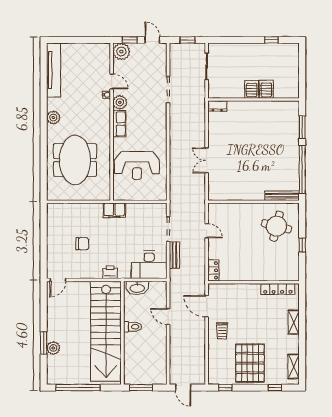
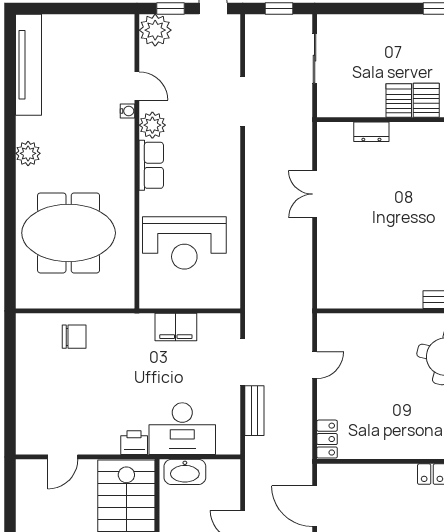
dresser: (217, 106) -> (371, 132), moved
meeting table: (75, 160) -> (69, 233), turned 90
double door: (207, 160) -> (315, 194), moved
filing cabinet: (114, 210) -> (176, 327), moved
door: (207, 231) -> (315, 365), hinge flipped
chair: (82, 244) -> (74, 337), moved
desk: (149, 265) -> (182, 429), moved
door: (58, 280) -> (63, 457), moved

